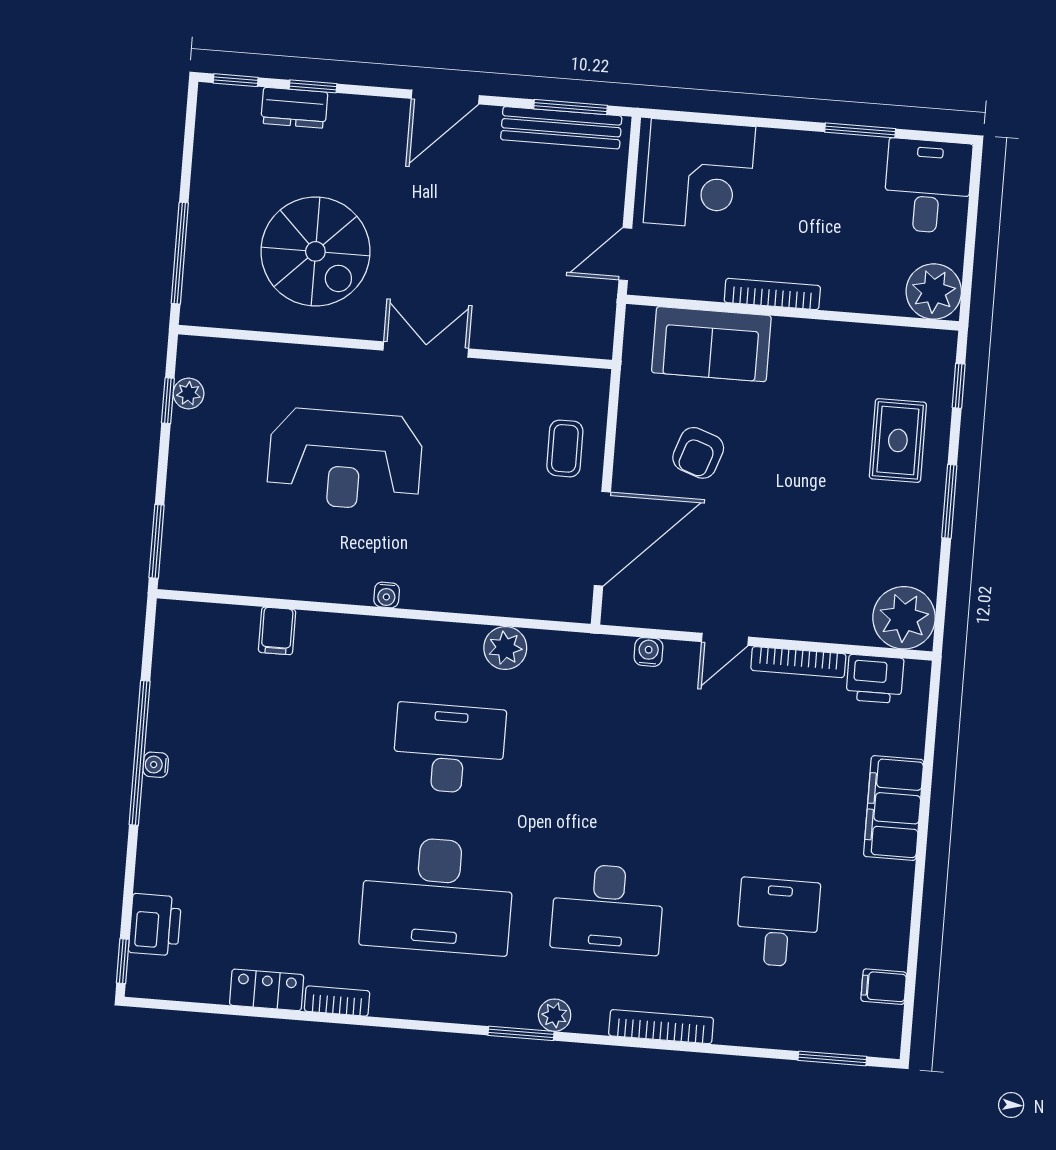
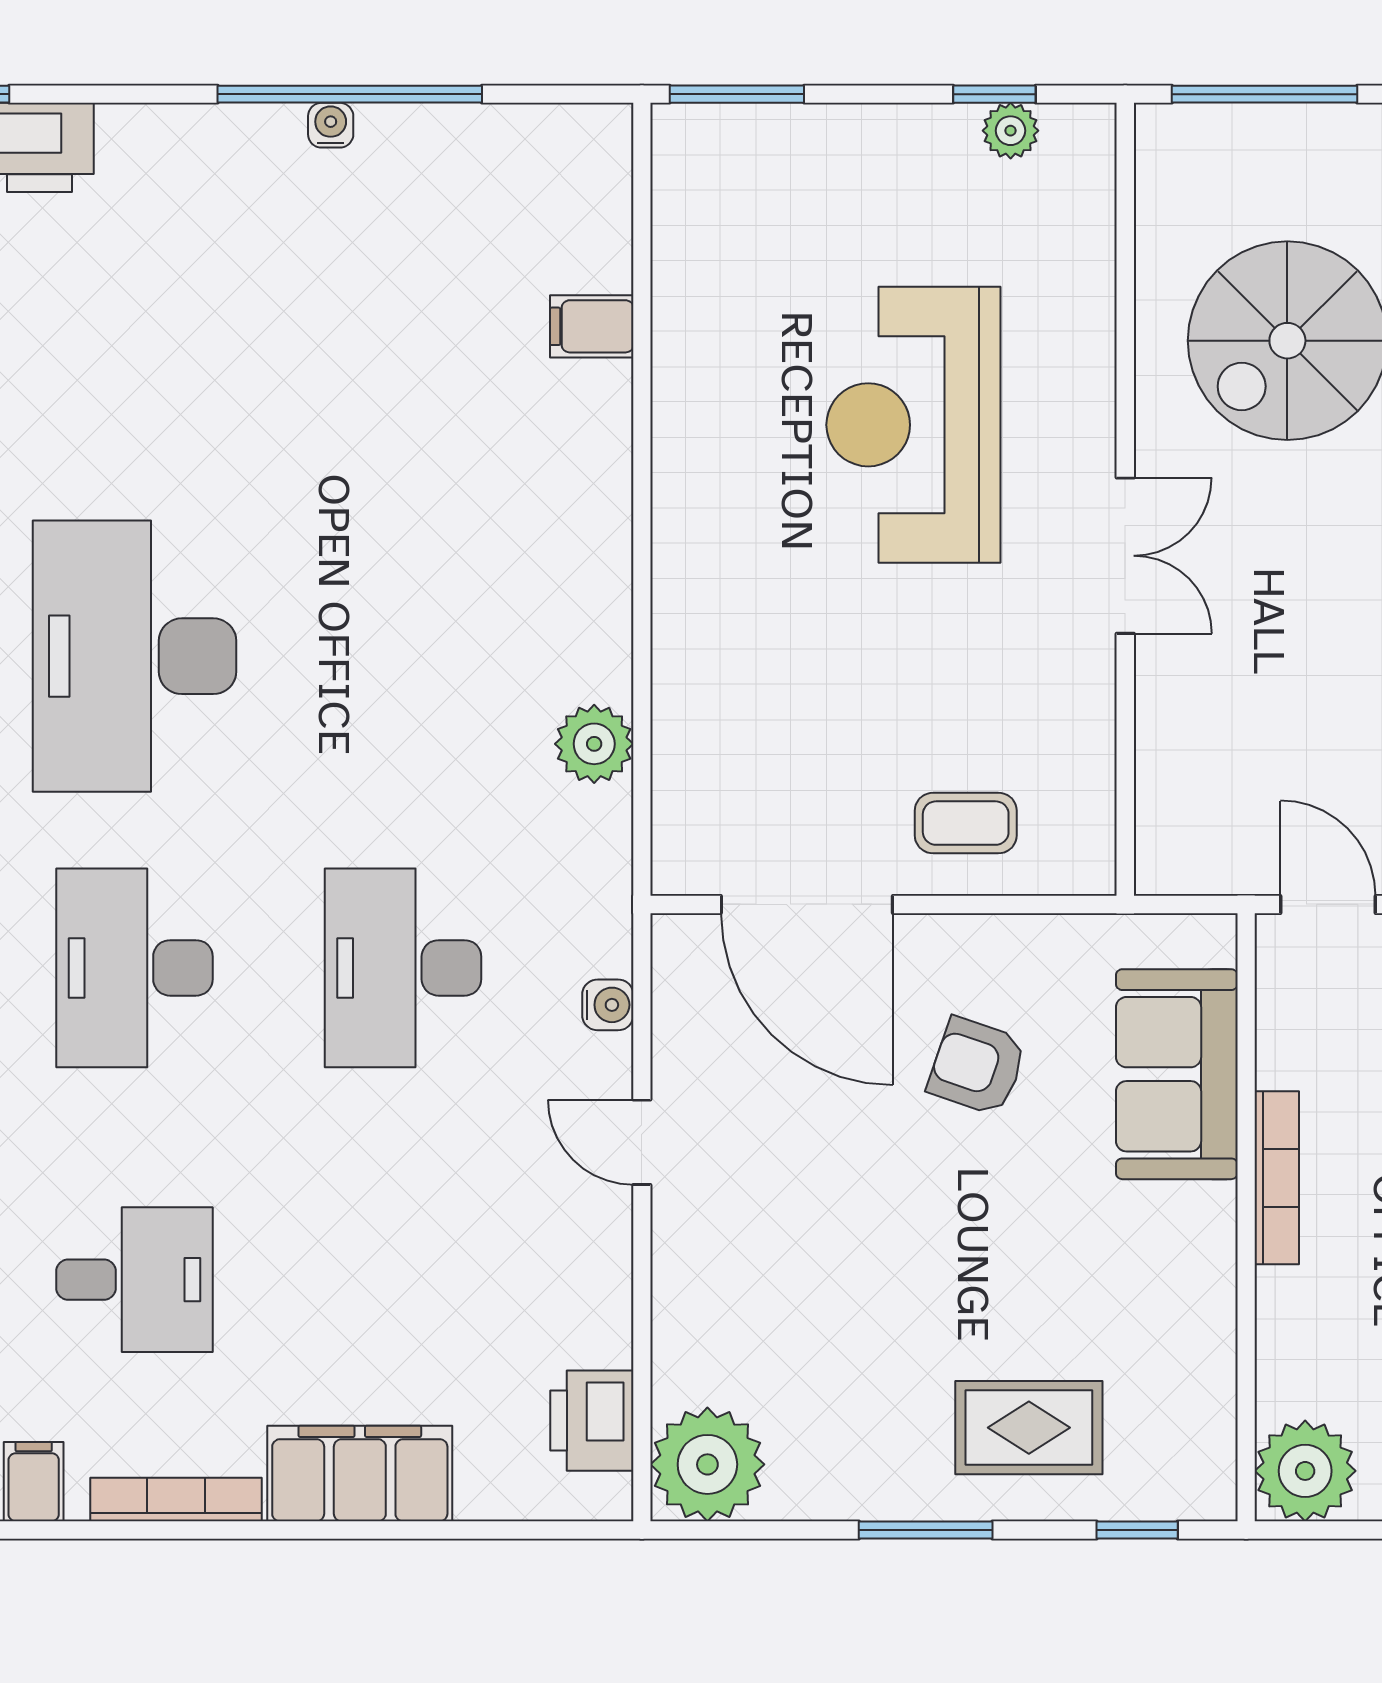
water cooler: (387, 595) -> (673, 520), removed
bookcase: (798, 662) -> (176, 1500), moved, turned 90
desk: (449, 749) -> (403, 968), moved, turned 180

